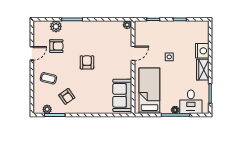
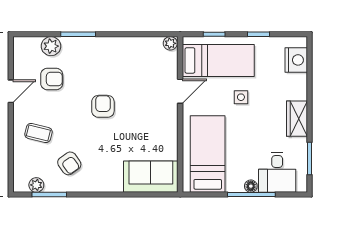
bed: (156, 35) -> (218, 60), added
nightstand: (202, 51) -> (296, 60), moved
sofa: (122, 95) -> (151, 177), moved, turned 90

